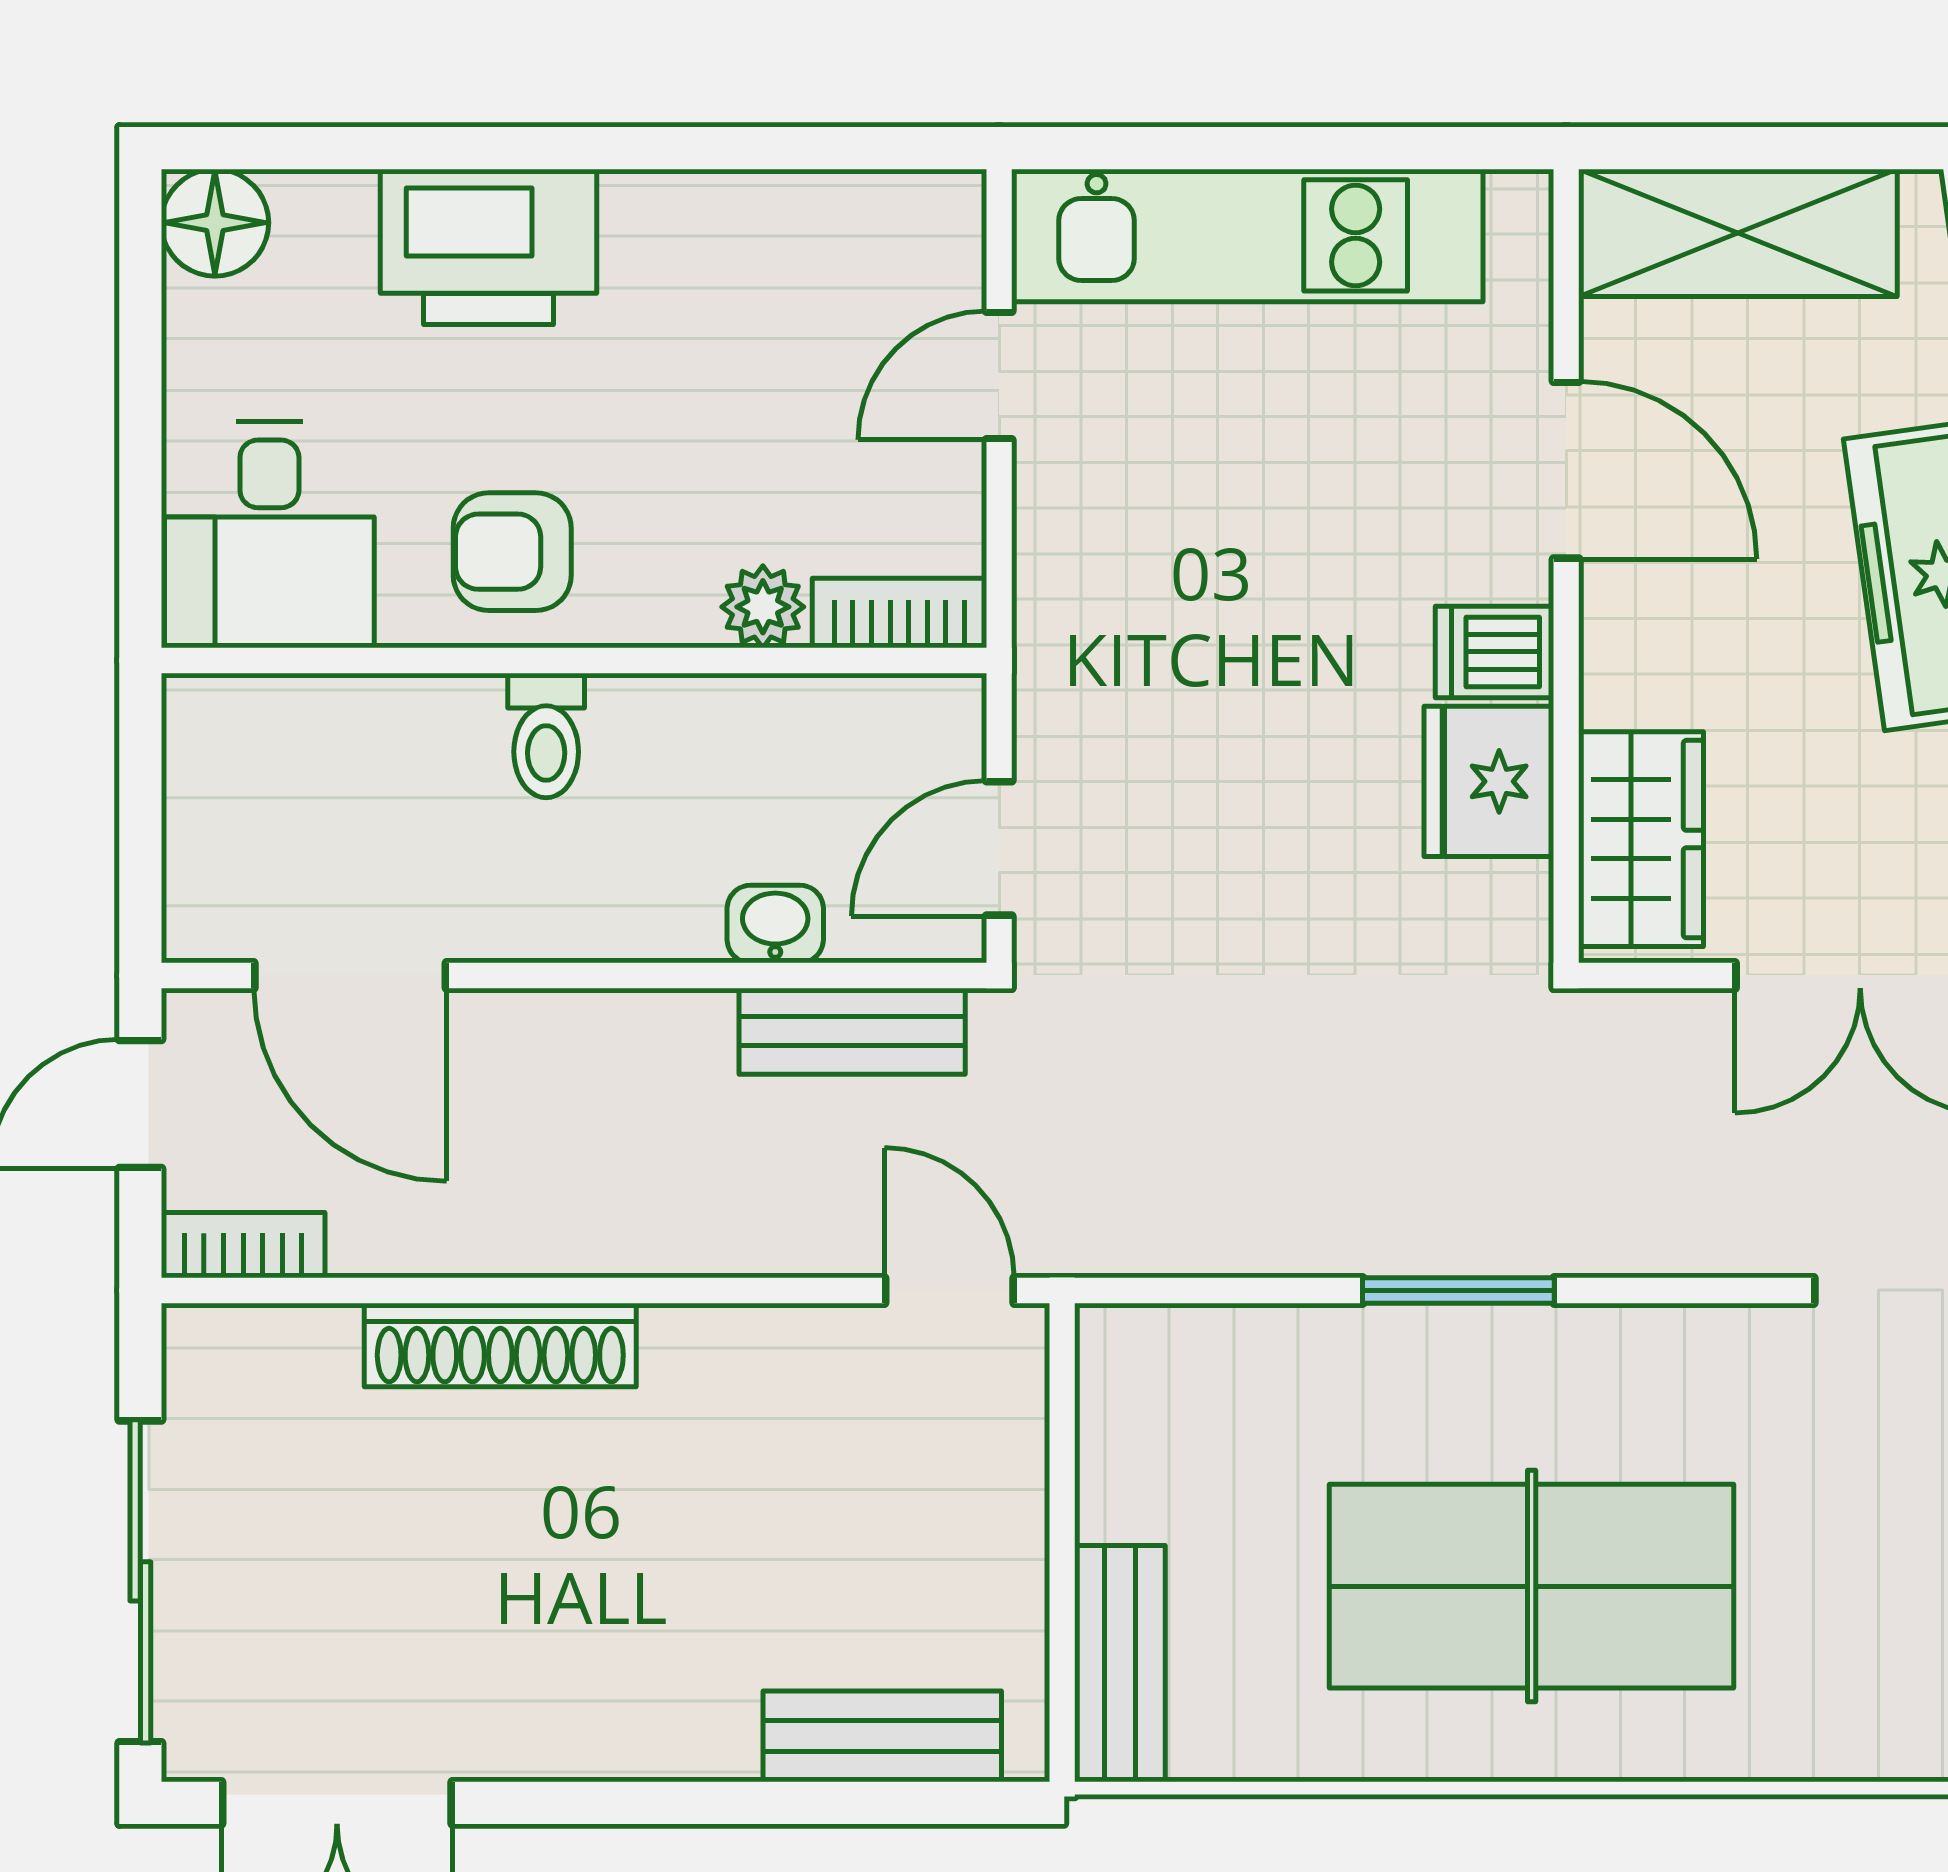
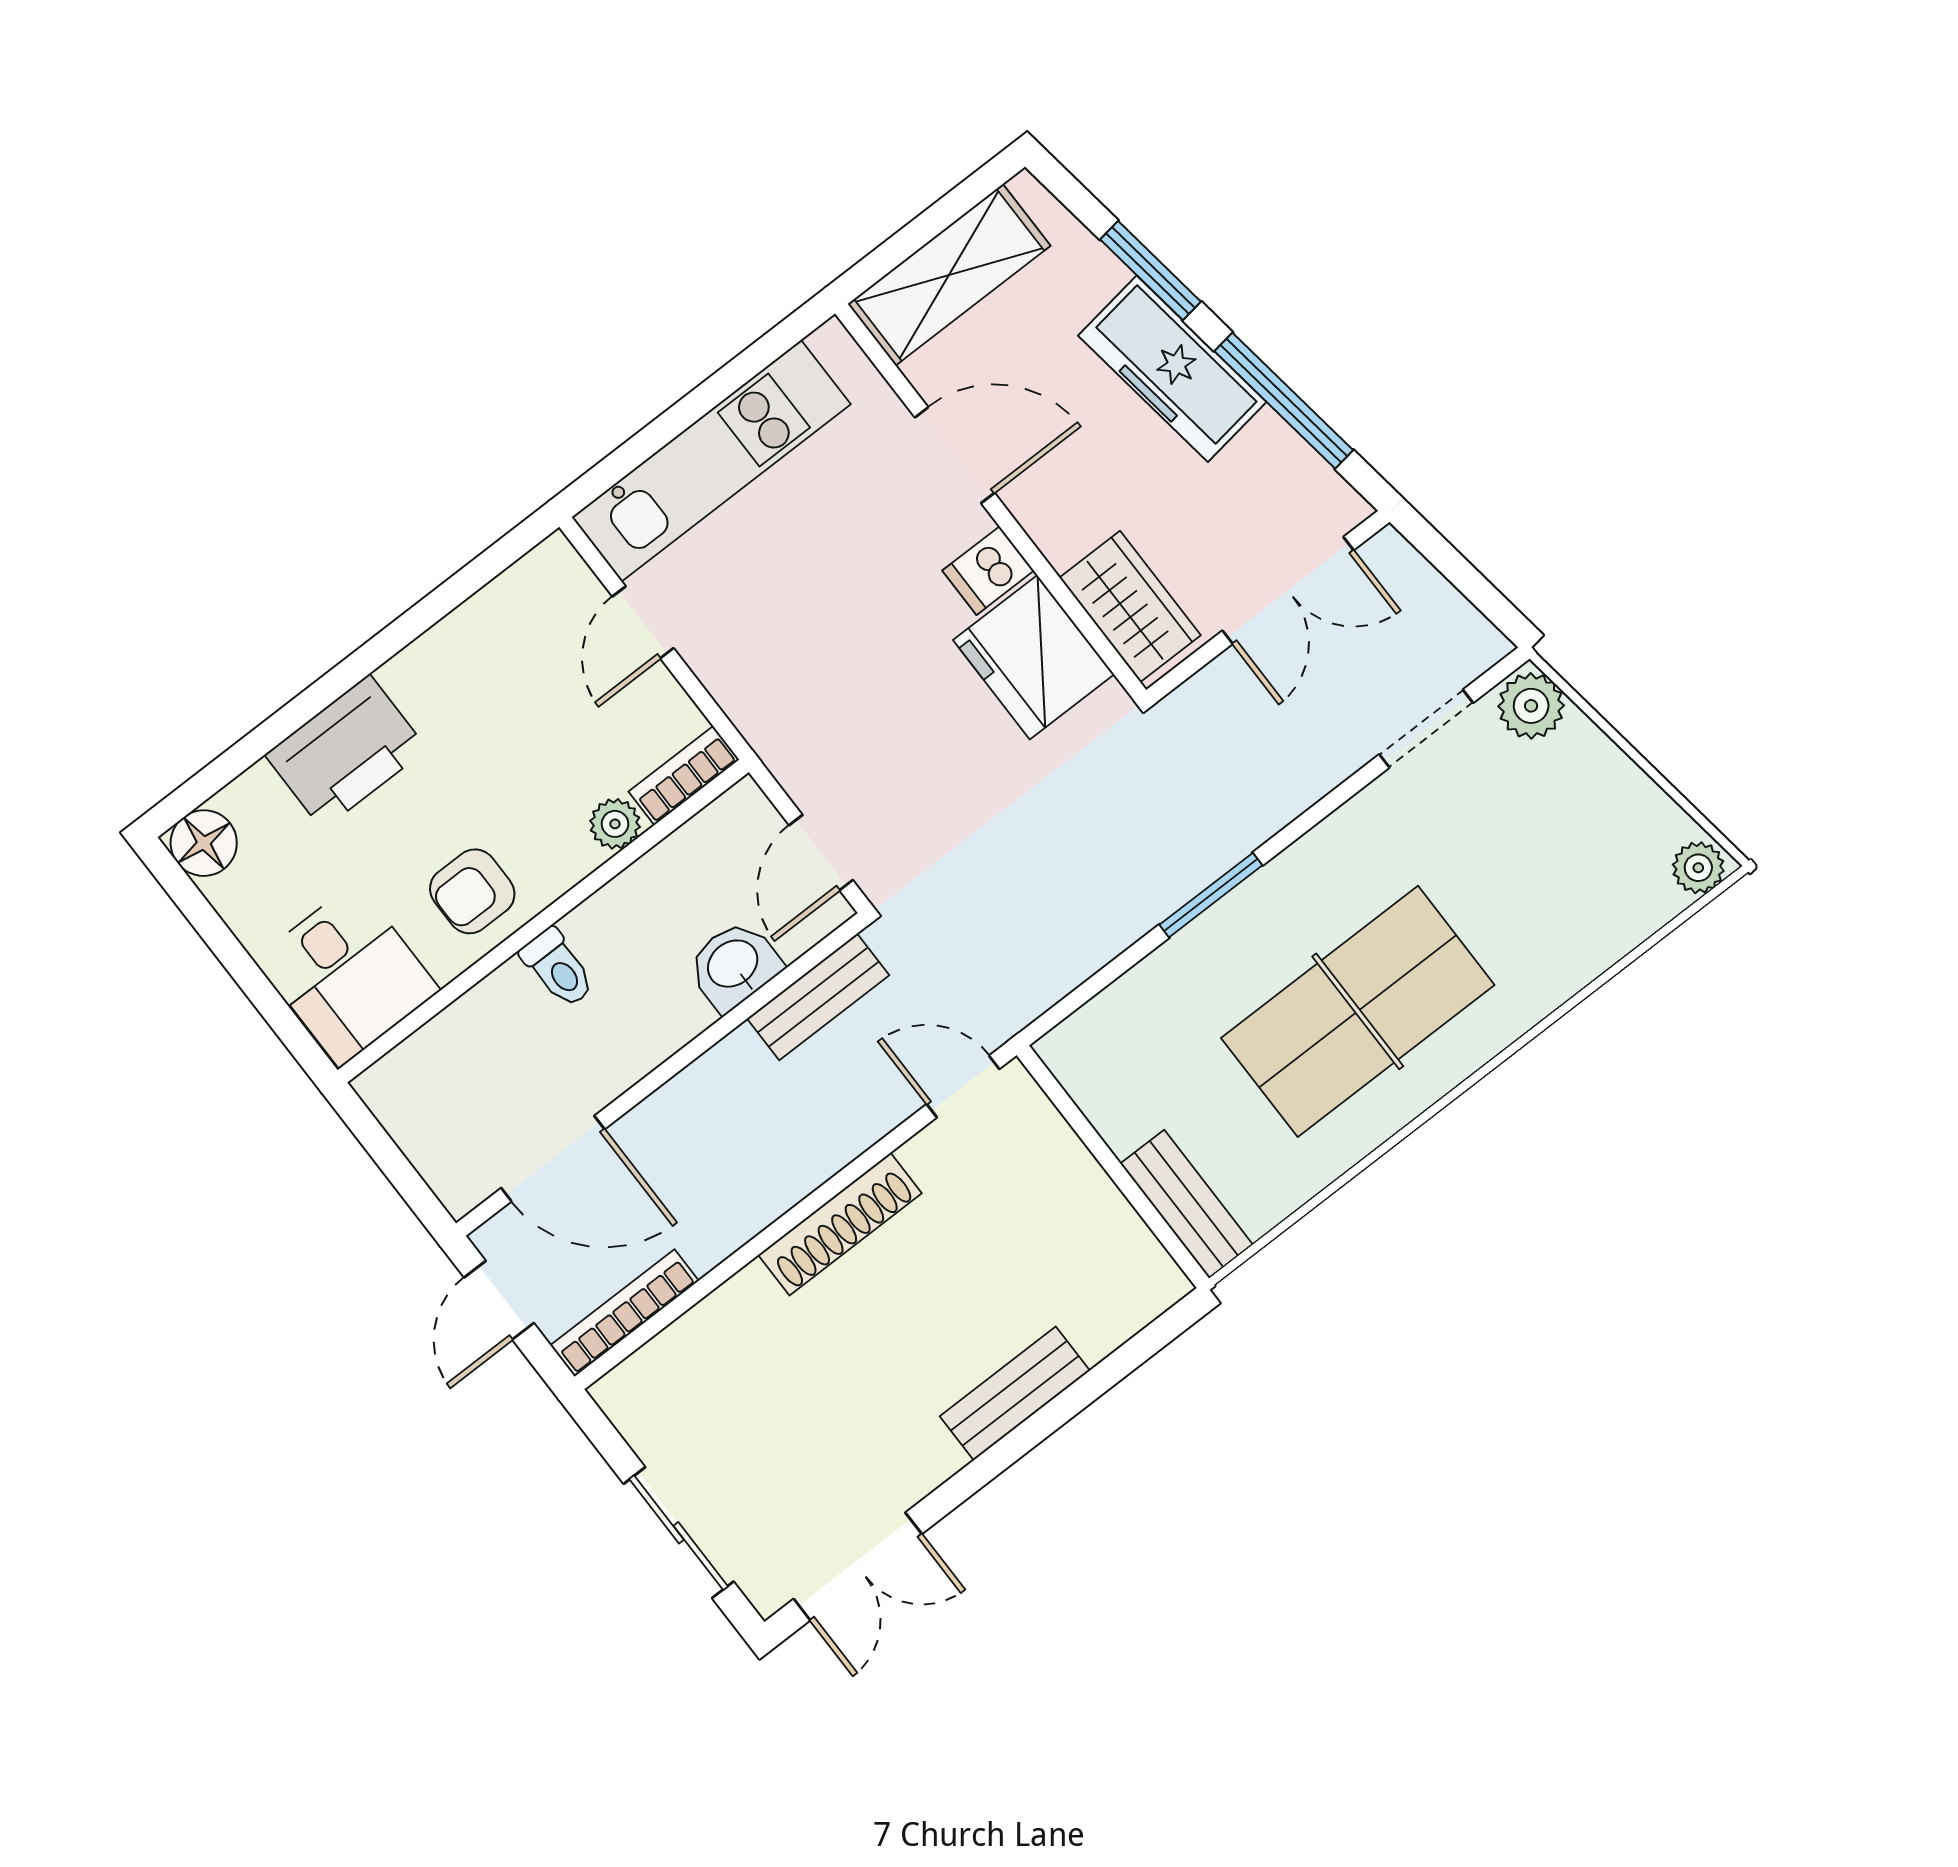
fridge: (1489, 781) -> (1034, 657), width x1.36, depth x1.34
washbasin: (775, 924) -> (734, 965), width x1.38, depth x1.45
bookcase: (243, 1245) -> (625, 1313), width x1.56
shoe rack: (500, 1345) -> (840, 1224), moved
sliding door: (140, 1581) -> (679, 1533), width x0.73
bench: (882, 1736) -> (1015, 1393), moved

